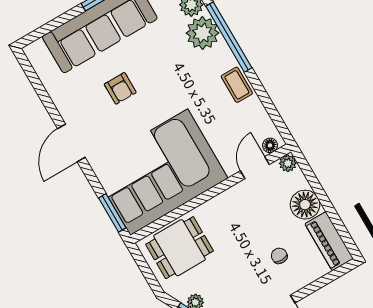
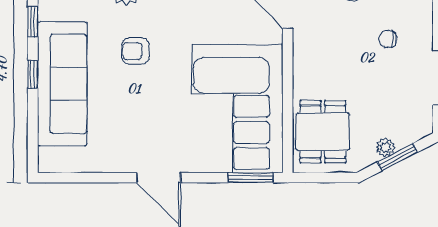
armchair: (120, 88) -> (135, 51), moved, turned 180

